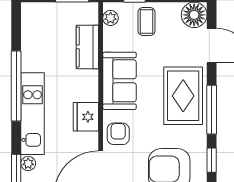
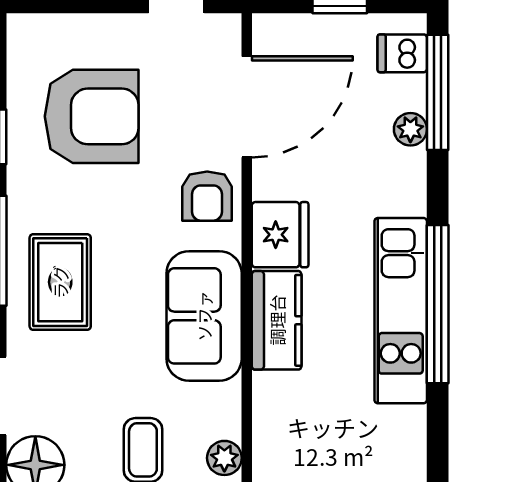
kitchen counter: (87, 47) -> (277, 320), moved
rug: (183, 96) -> (60, 282), width x0.73, depth x0.70
kitchen unit: (32, 114) -> (401, 311), moved

